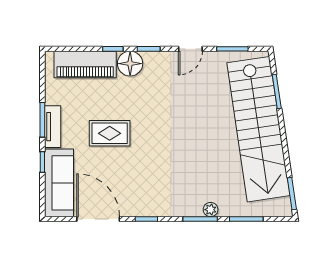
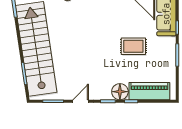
tv unit: (53, 127) -> (171, 51), removed

